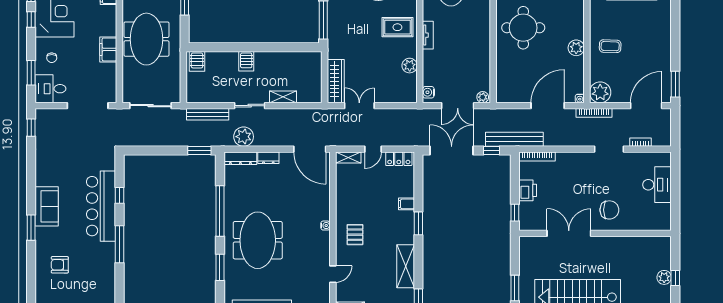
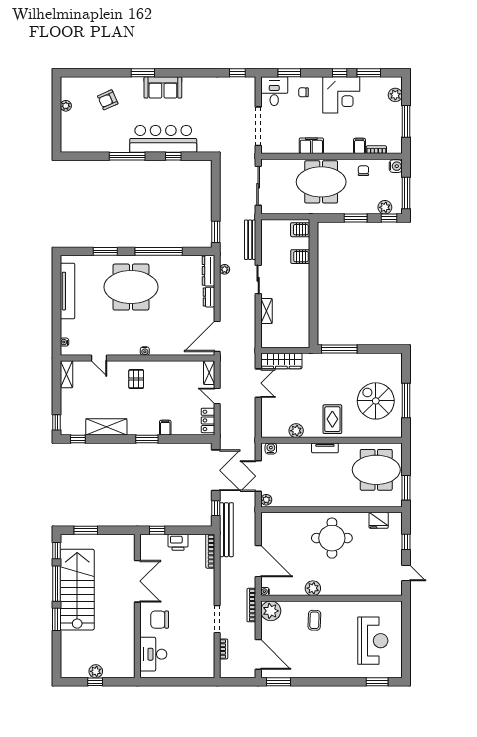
server rack: (246, 61) -> (300, 257), moved
plant: (244, 137) -> (225, 269), width x0.53, depth x0.53
desk: (657, 185) -> (153, 654), moved, turned 90
chair: (609, 210) -> (160, 620), turned 90
pallet: (355, 235) -> (136, 379), turned 90
armchair: (60, 265) -> (108, 100), turned -114

